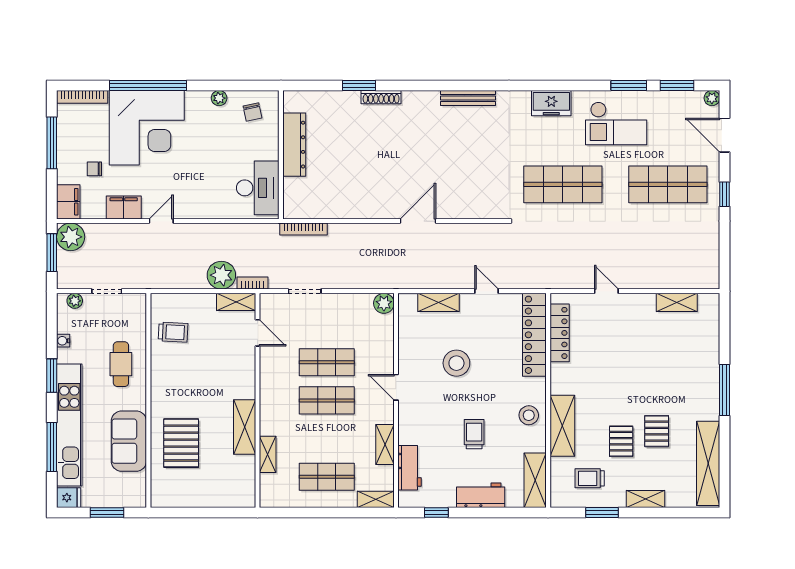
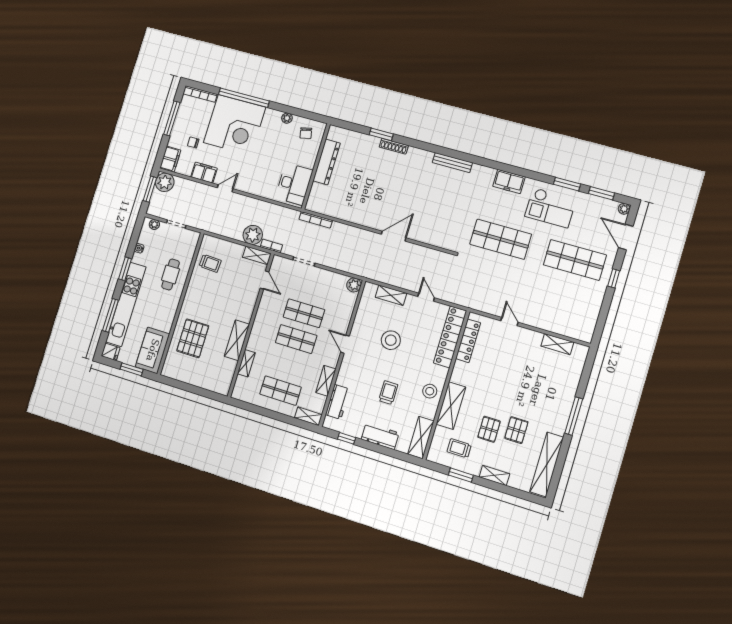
sofa: (129, 441) -> (153, 350), moved

